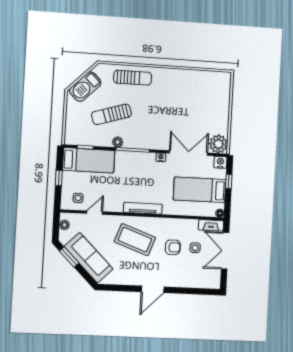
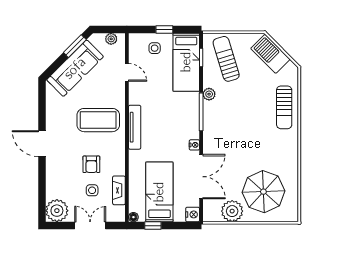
parasol: (204, 100) -> (263, 192), added
sun lounger: (111, 114) -> (226, 59), moved
plant: (218, 144) -> (232, 211), moved
window: (229, 181) -> (153, 226), moved
side table: (78, 198) -> (155, 48), moved
fireplace: (211, 225) -> (119, 190), moved
coffee table: (135, 240) -> (98, 120), turned 70
double door: (225, 251) -> (90, 226), width x0.73
plant: (211, 279) -> (57, 211), added

